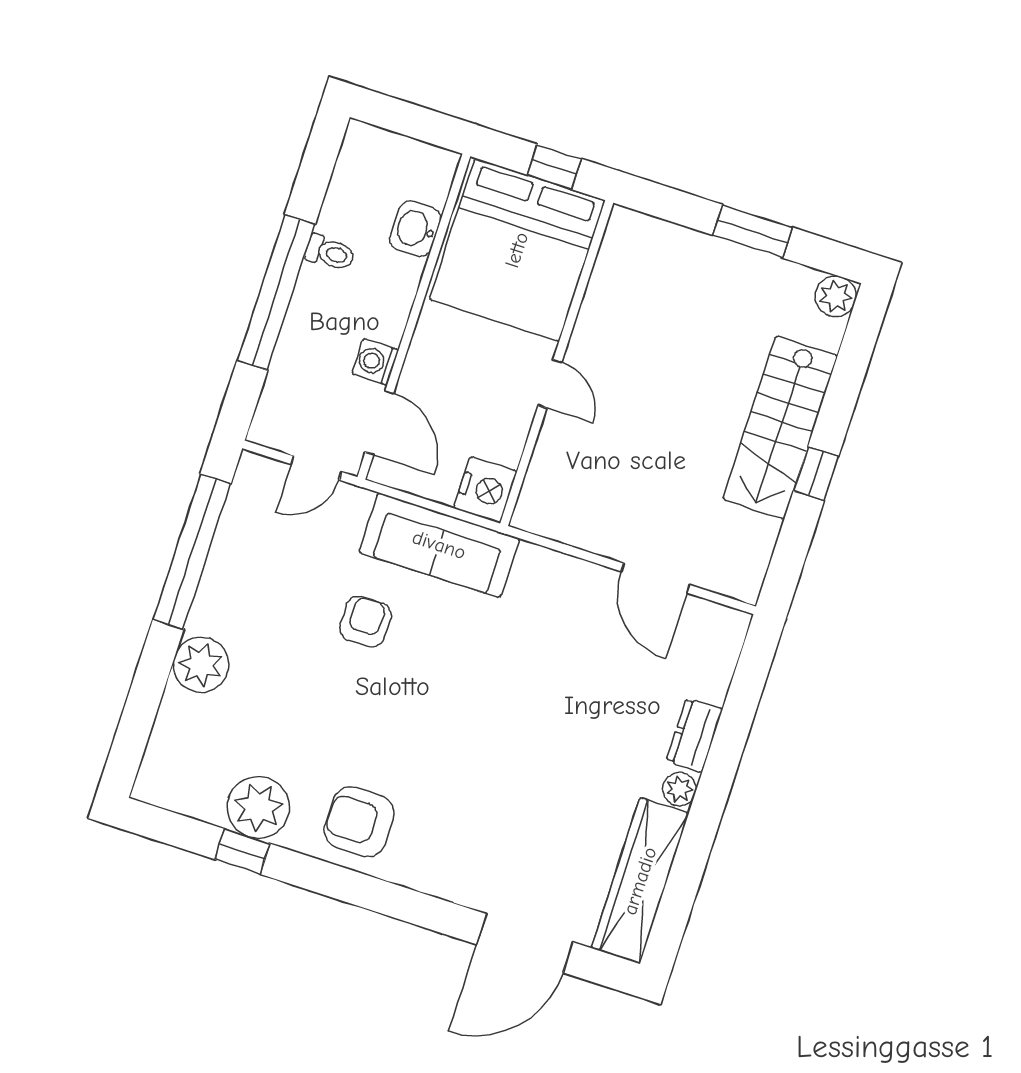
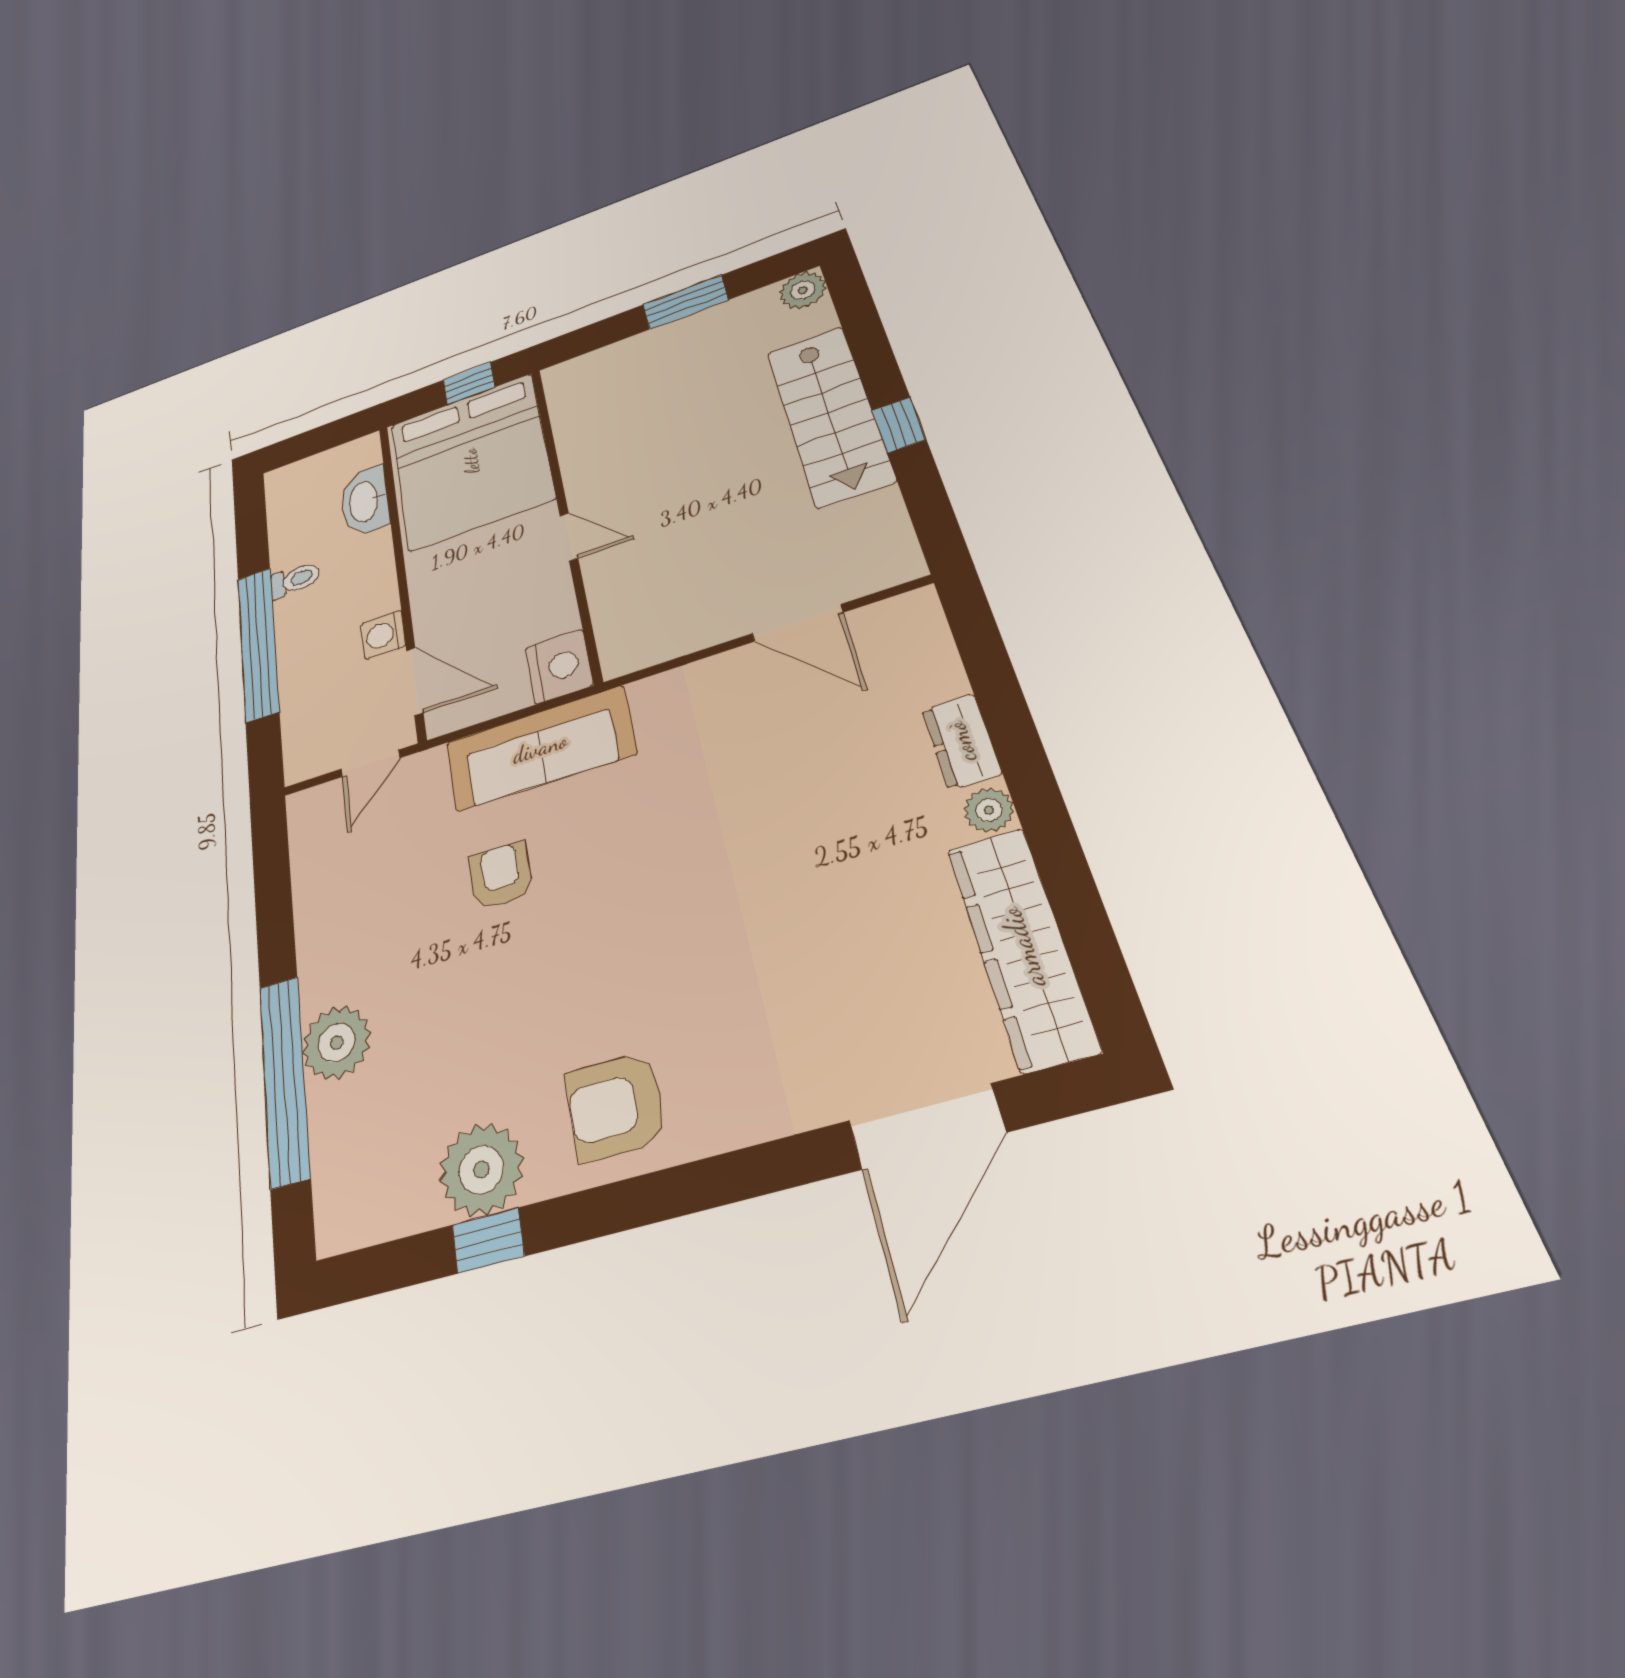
washbasin: (415, 229) -> (365, 501), width x1.38
window: (192, 552) -> (284, 1080), moved

